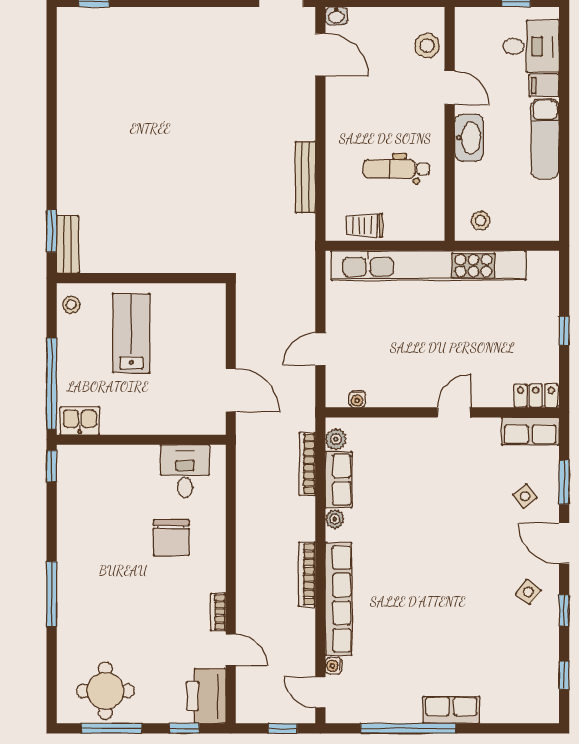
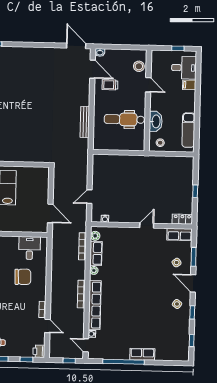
washbasin: (469, 138) -> (156, 121), moved
exam couch: (545, 139) -> (188, 130), moved
dental chair: (396, 169) -> (124, 119), width x1.36, depth x1.38
trolley: (365, 226) -> (110, 85), moved
kitchen unit: (429, 265) -> (137, 162), removed
chair: (171, 538) -> (23, 277), turned -92
printer: (206, 696) -> (39, 351), width x0.53, depth x0.68

